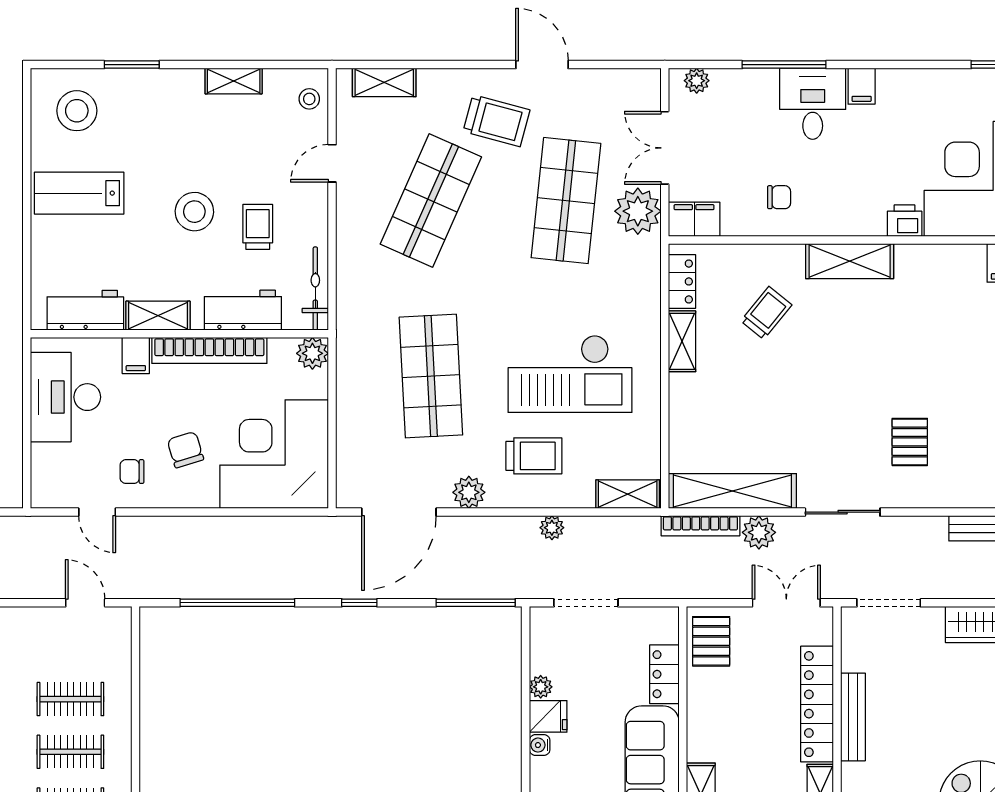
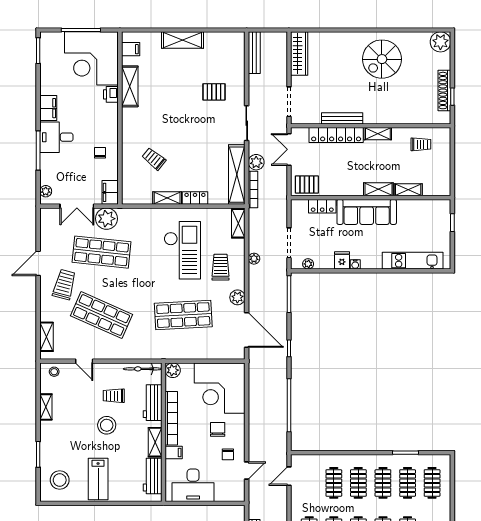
filing cabinet: (862, 86) -> (48, 108), width x2.00
shelving: (850, 261) -> (130, 86), moved
locker: (682, 281) -> (195, 198), moved
chair: (185, 450) -> (218, 429), turned 107
plant: (541, 687) -> (308, 264), moved

